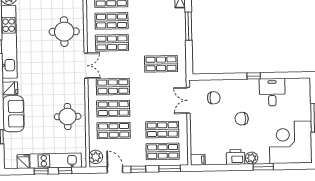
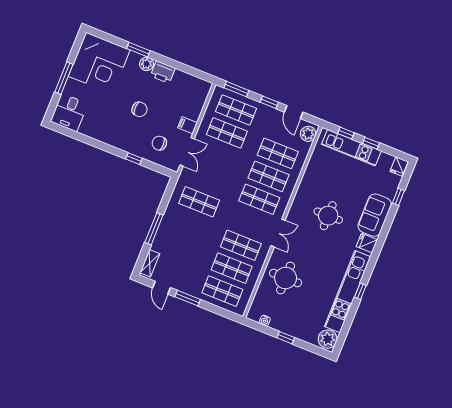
double door: (86, 66) -> (278, 233), swing flipped
window: (254, 76) -> (134, 159), moved
desk: (272, 92) -> (69, 112), moved
round table: (68, 117) -> (328, 216), moved
filing cabinet: (198, 160) -> (187, 125), moved
fridge: (23, 161) -> (399, 167), moved

